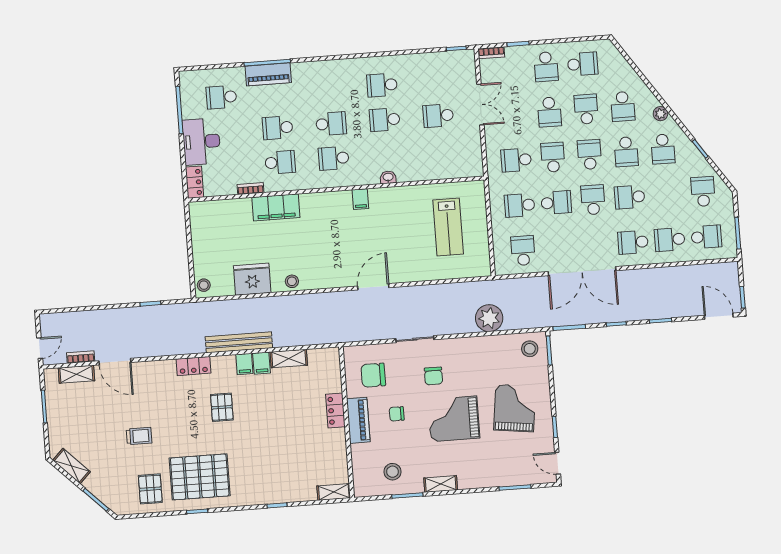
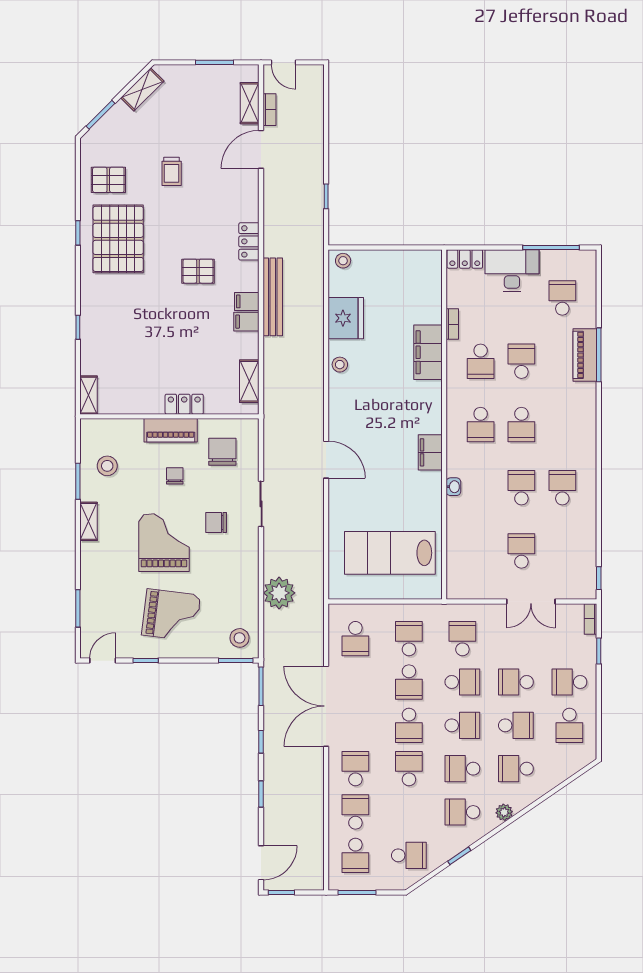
school desk: (334, 158) -> (481, 424), turned 180
filing cabinet: (360, 199) -> (430, 452), width x2.00
school desk: (593, 200) -> (409, 725), turned 90
lab bench: (448, 227) -> (390, 553), width x1.36, depth x1.39
school desk: (523, 251) -> (355, 639), turned 90
shelving: (289, 359) -> (249, 381), moved

